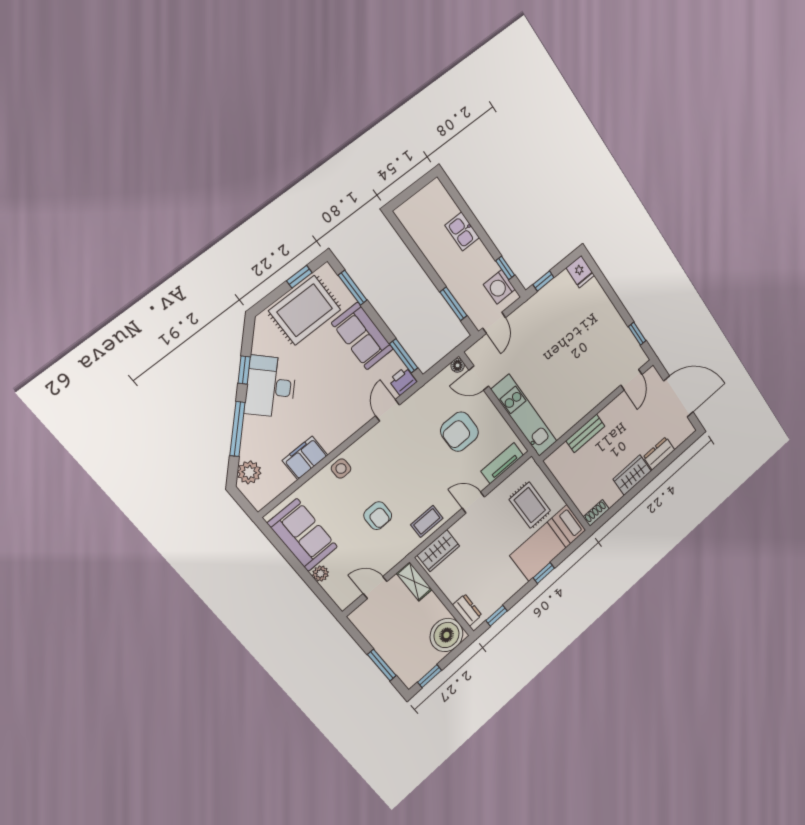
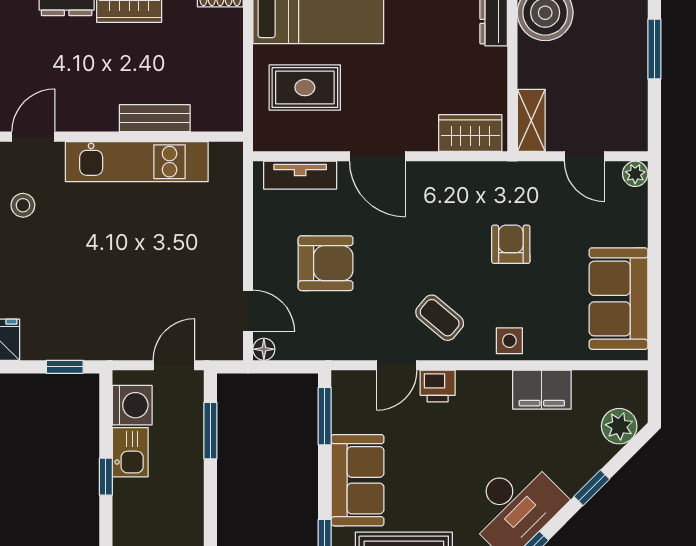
kitchen sink: (462, 231) -> (130, 452), moved
window: (505, 268) -> (106, 477), moved
stool: (615, 344) -> (23, 205), added
printer: (403, 381) -> (438, 386), moved
kitchen unit: (524, 416) -> (137, 162), moved, turned -90
window: (237, 429) -> (592, 488), width x0.46
door: (473, 502) -> (377, 156), width x1.38
rug: (530, 505) -> (305, 88), turned 90
coffee table: (427, 521) -> (440, 318), moved, turned 40
plant: (320, 574) -> (635, 174), moved

